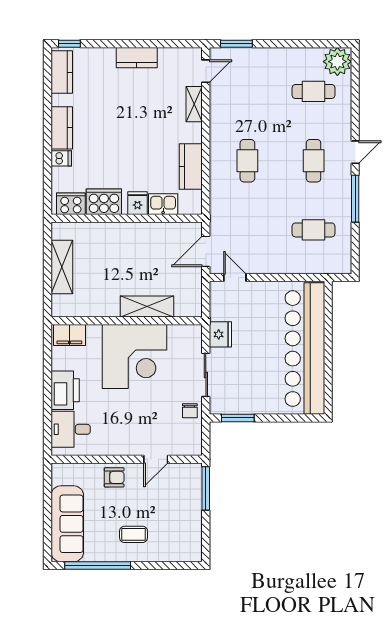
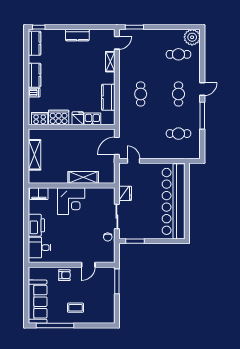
corner desk: (134, 357) -> (71, 201), width x0.74, depth x0.74

